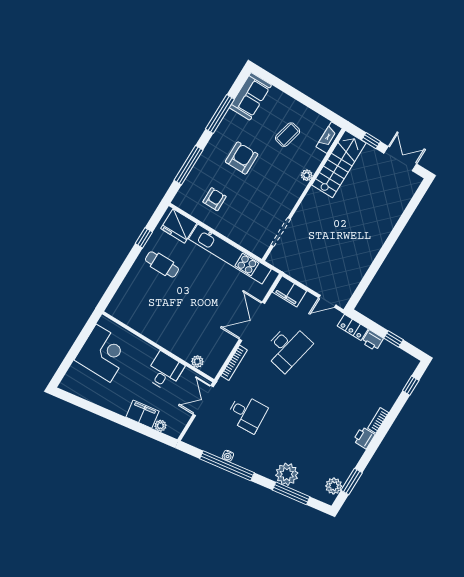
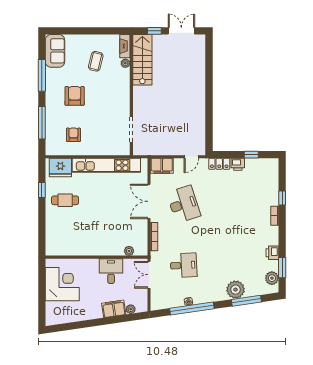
plant: (307, 175) -> (125, 63), moved
desk: (287, 347) -> (184, 204), turned -30
window: (411, 386) -> (282, 198), moved
printer: (364, 438) -> (272, 253), moved

